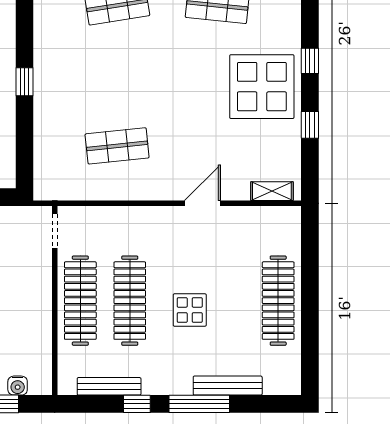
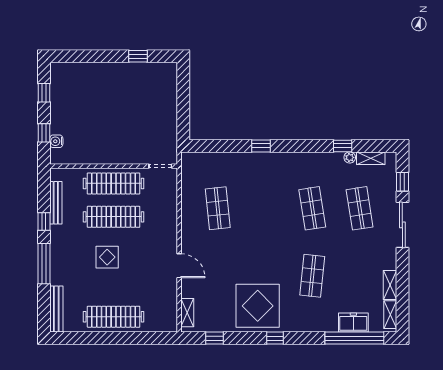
window: (310, 125) -> (214, 338), moved
bench: (228, 386) -> (56, 309), moved

